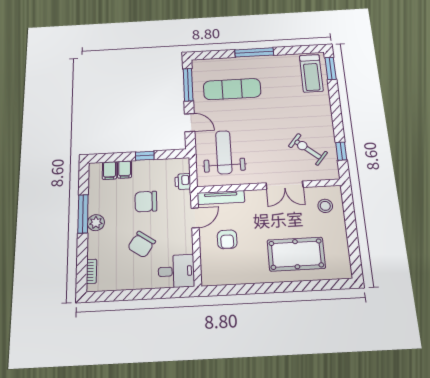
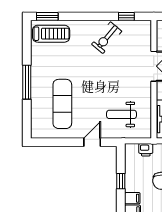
window: (188, 85) -> (56, 142), removed
exercise bike: (308, 149) -> (107, 38), moved
weight bench: (224, 152) -> (122, 114), width x0.73, depth x0.75

